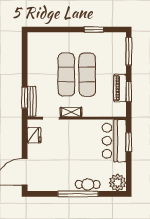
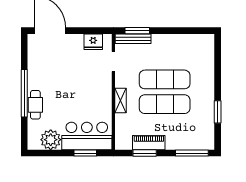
shelving: (71, 112) -> (120, 100), moved
plant: (117, 183) -> (51, 140), moved

